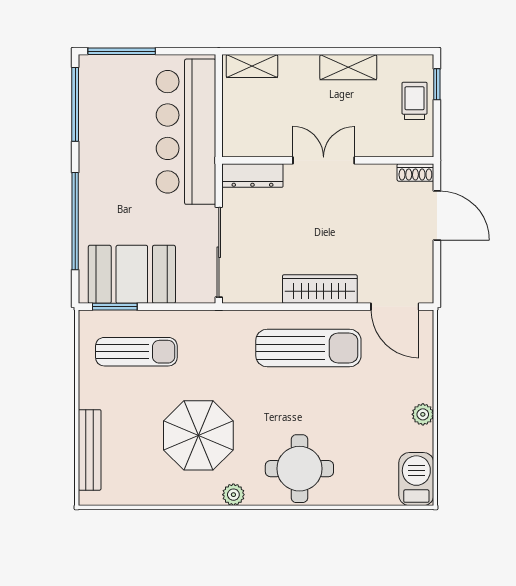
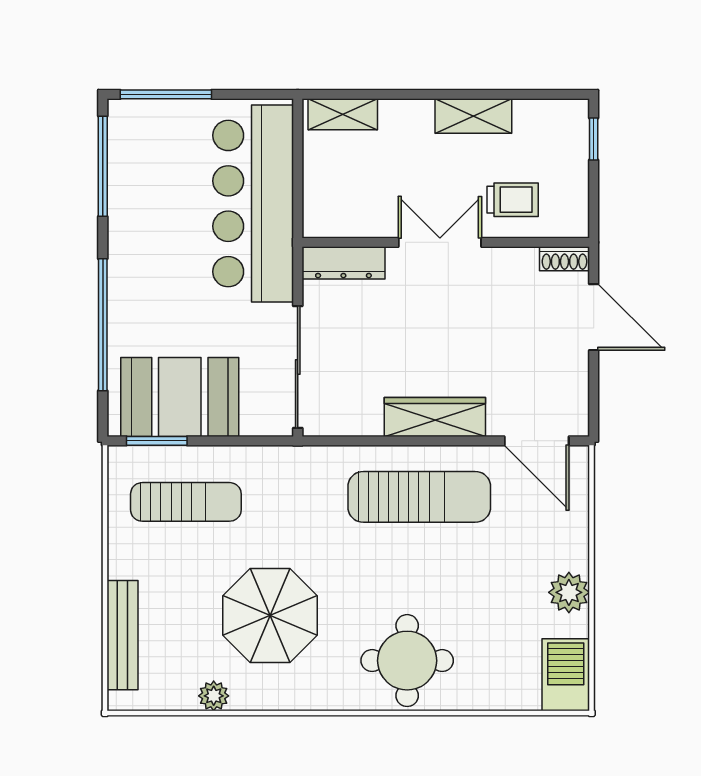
trolley: (415, 101) -> (513, 200), moved, turned 90
plant: (423, 414) -> (569, 592), width x1.38, depth x1.38
plant: (233, 495) -> (214, 696), moved

